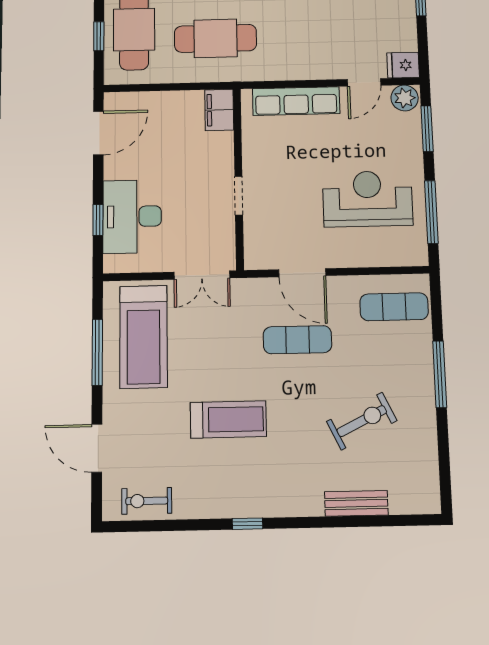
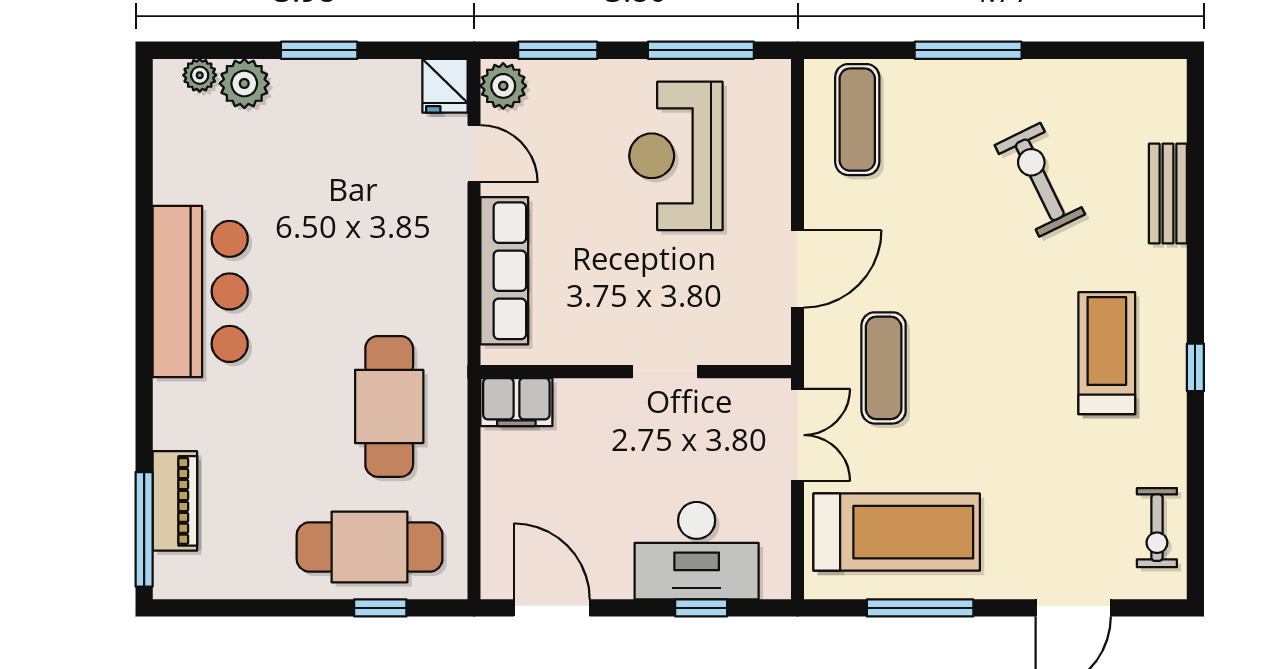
exercise mat: (297, 340) -> (884, 368), moved
treadmill: (228, 419) -> (1107, 353), moved

